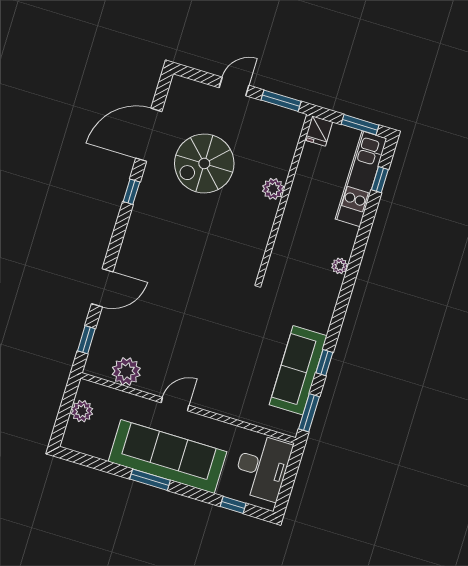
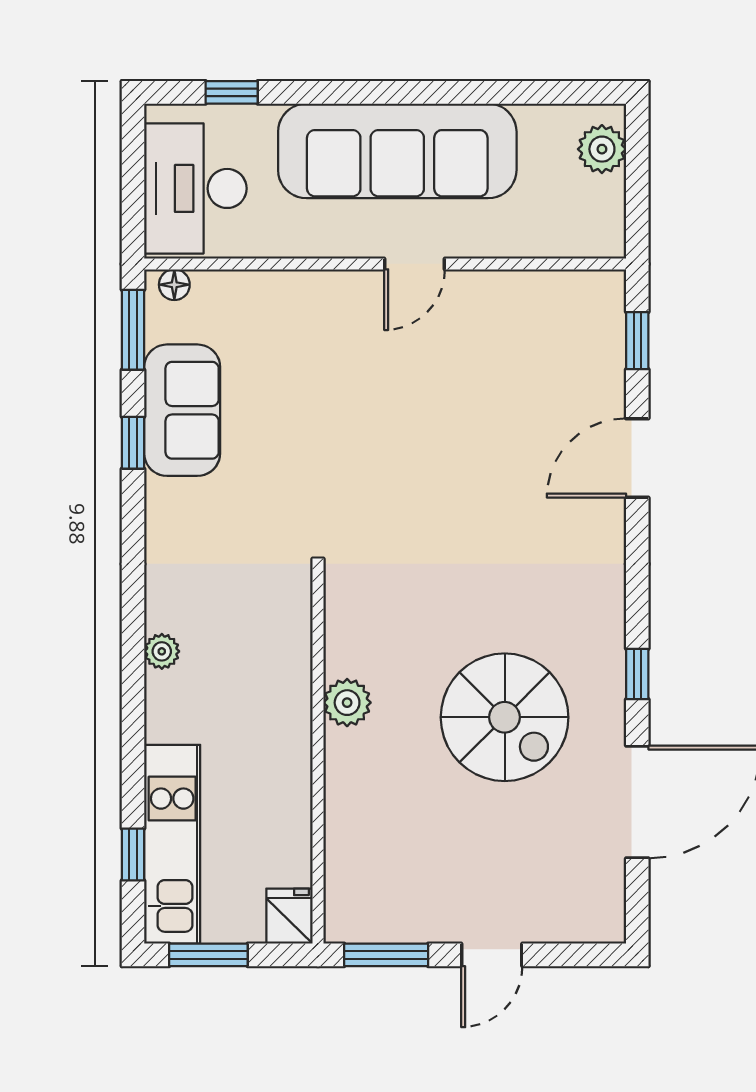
spiral stairs: (204, 163) -> (505, 717), moved, turned 90
plant: (273, 189) -> (347, 703), moved
sofa: (298, 370) -> (182, 410), width x0.73
plant: (126, 371) -> (535, 301), removed
plant: (82, 411) -> (602, 149), moved
floor lamp: (285, 427) -> (174, 285), added
window: (150, 480) -> (419, 92), removed

